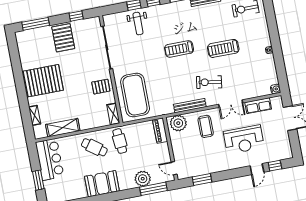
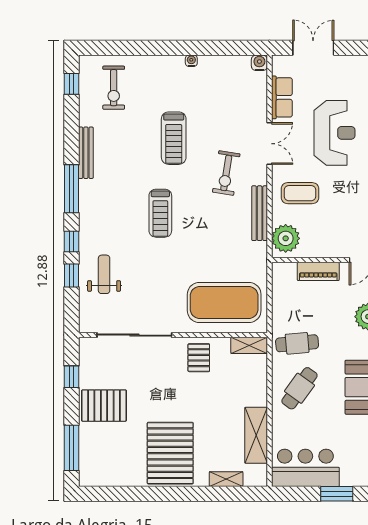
weight bench: (138, 24) -> (104, 274), turned -90
piano: (160, 131) -> (318, 271), moved

